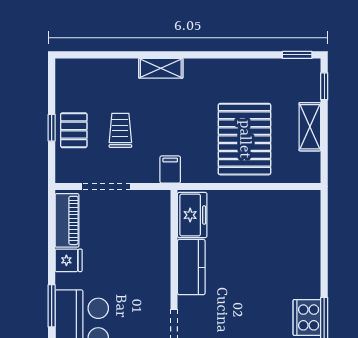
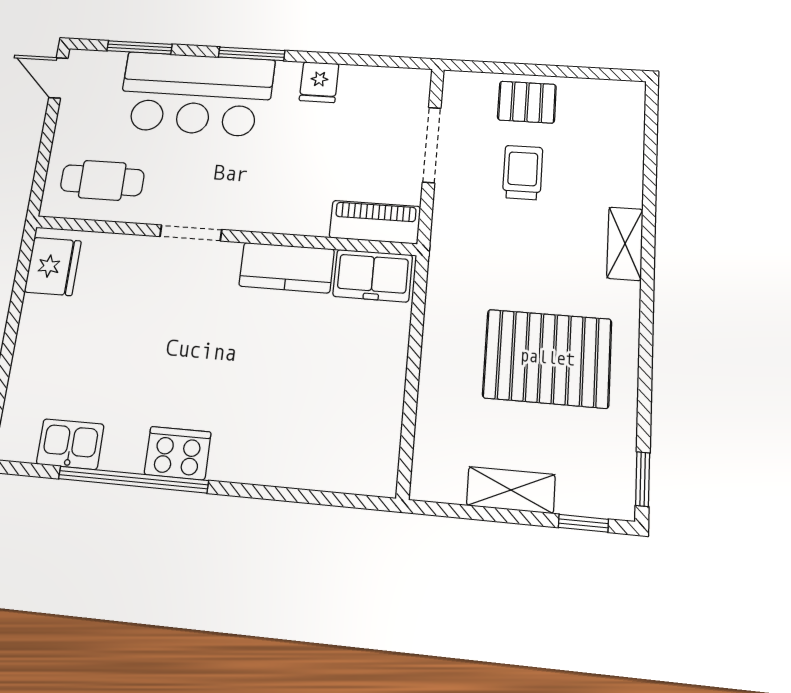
window: (52, 128) -> (533, 70), removed
trolley: (120, 130) -> (523, 173), turned -90
pallet: (244, 139) -> (547, 358), moved
filing cabinet: (170, 170) -> (452, 246), removed
piano: (67, 220) -> (375, 222), moved, turned 180

